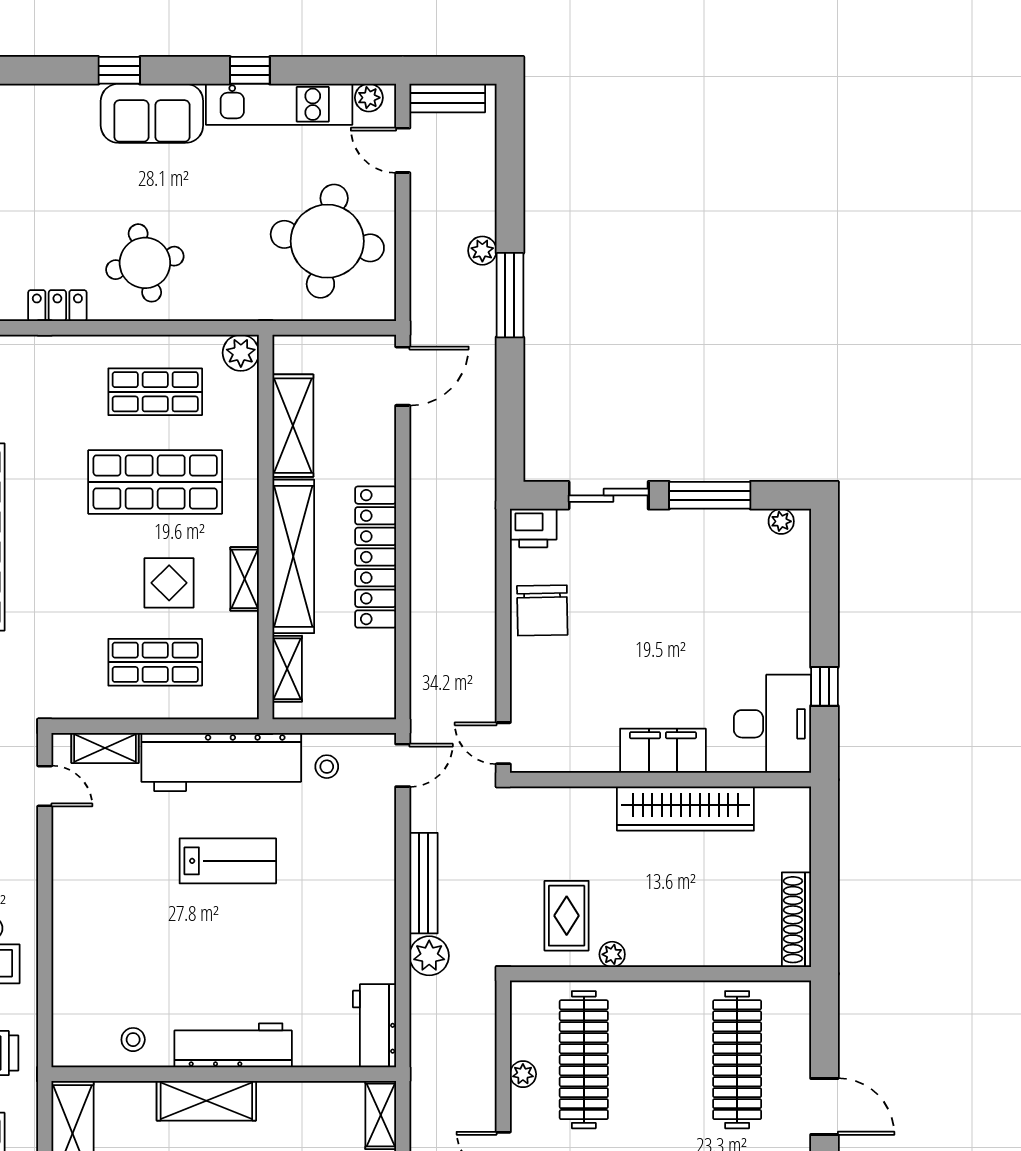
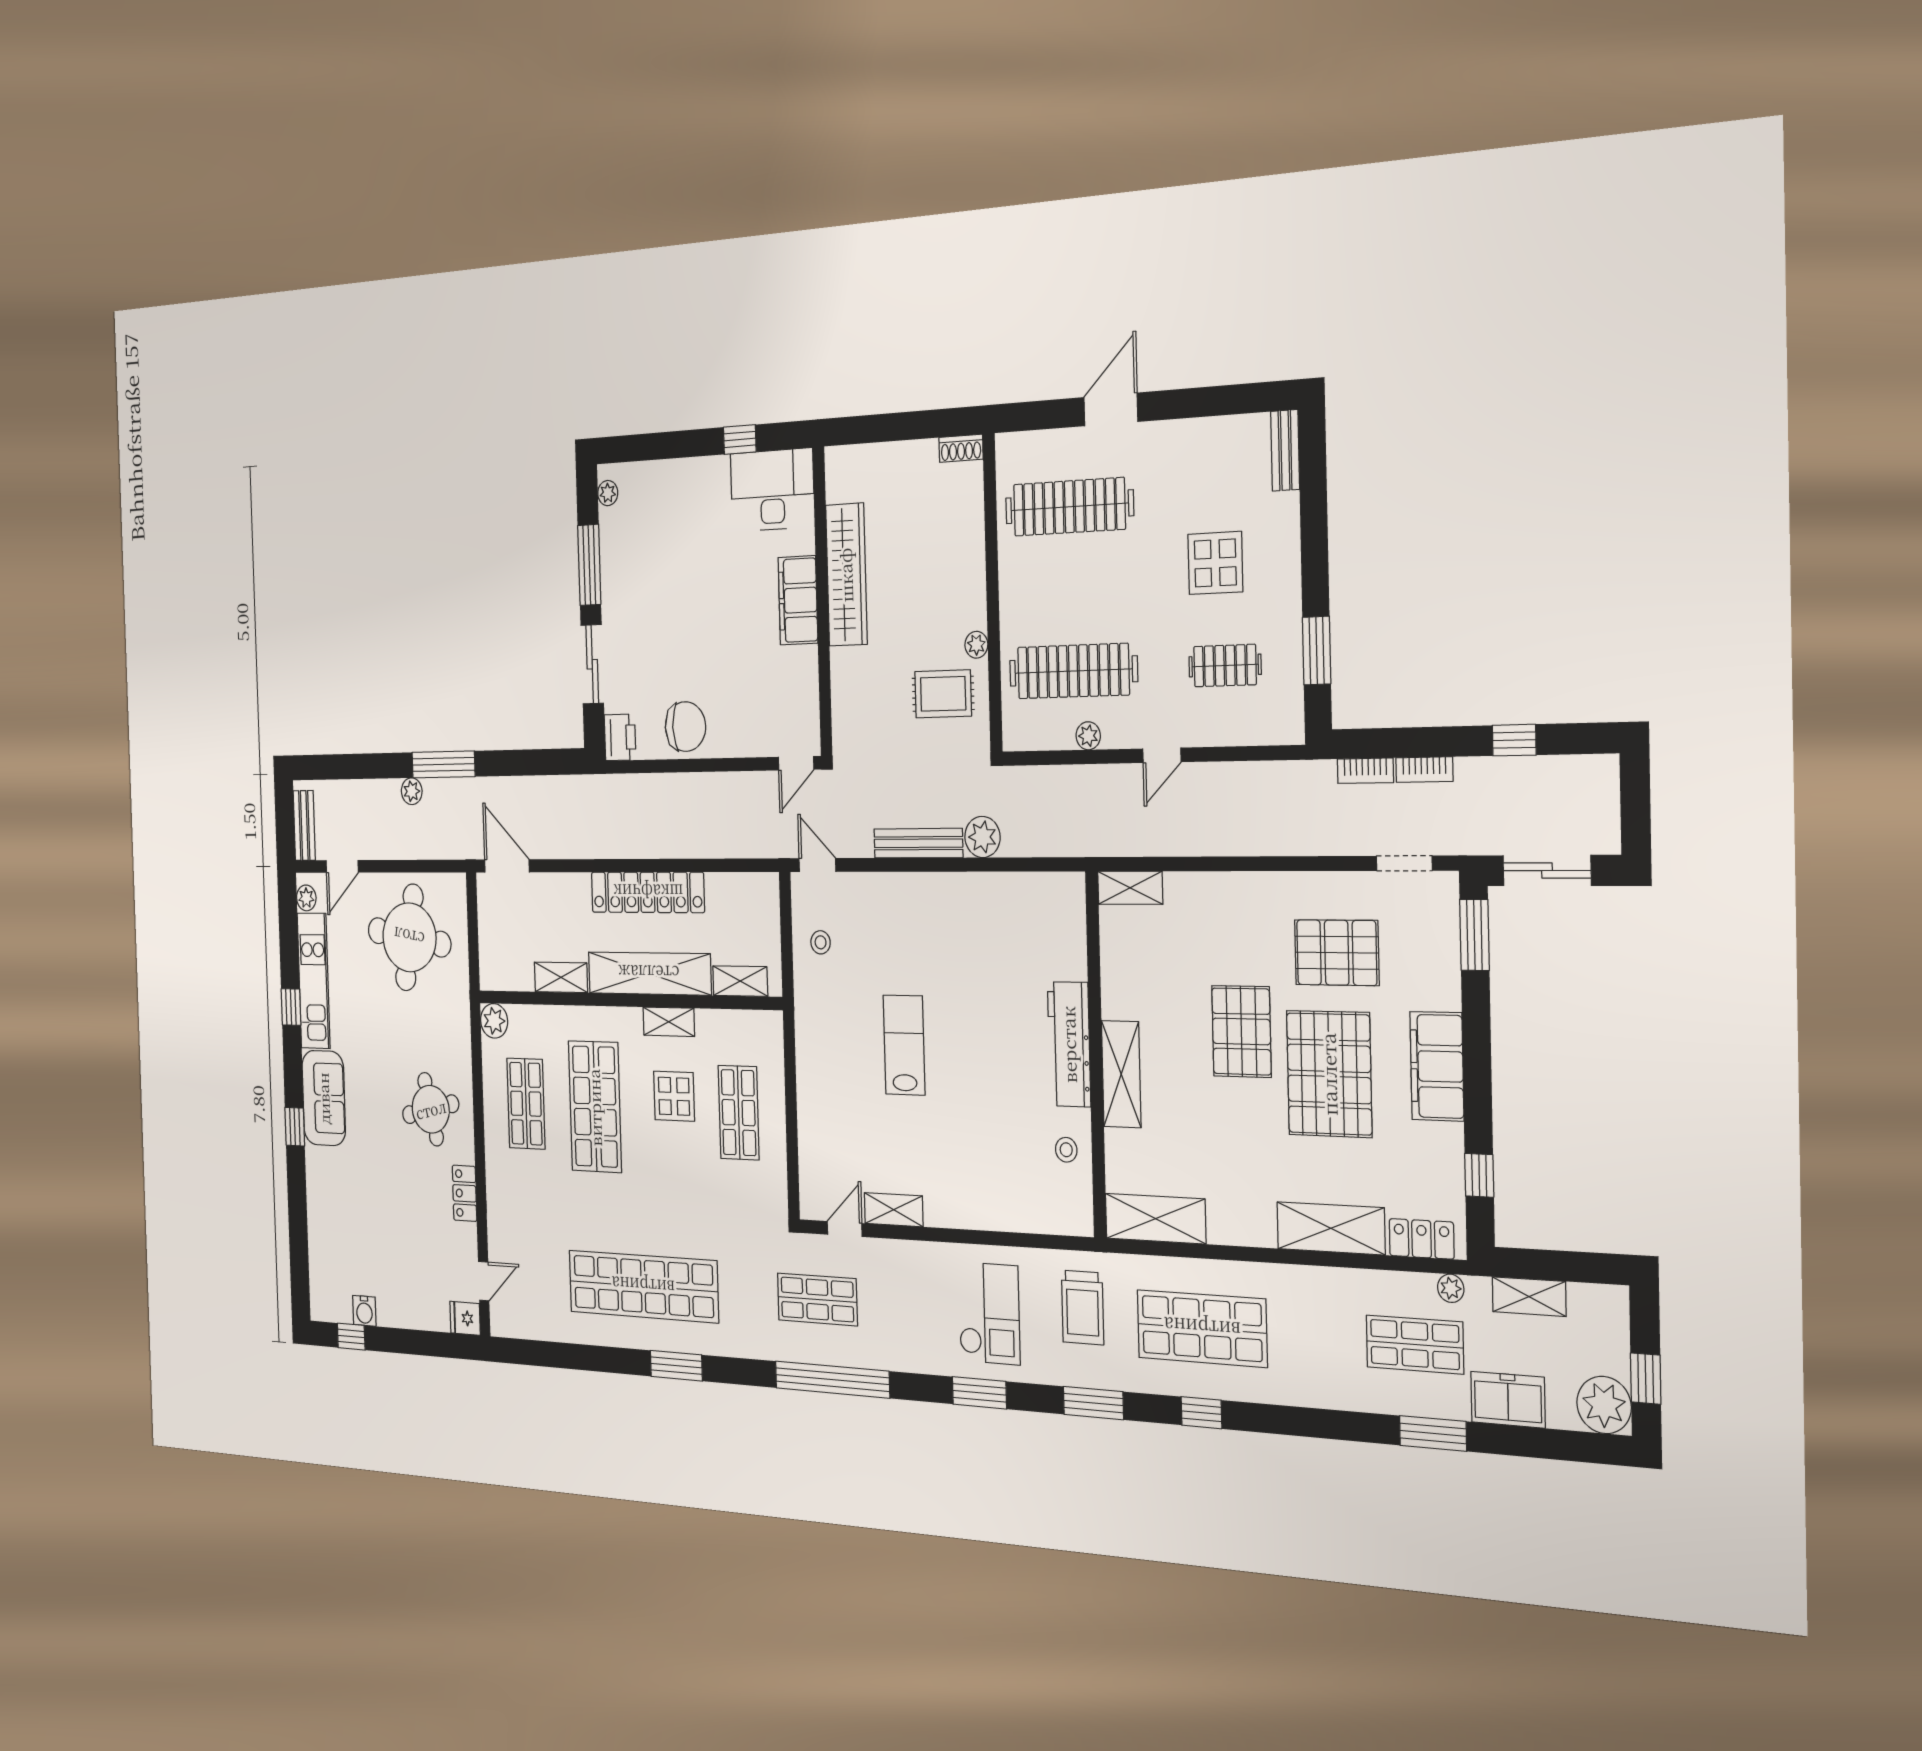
shelving: (293, 426) -> (561, 977), width x0.67, depth x0.75
shelving: (105, 748) -> (894, 1210), moved, turned 90
workbench: (221, 762) -> (820, 1049), removed
shoe rack: (796, 920) -> (961, 448), width x0.51, depth x0.81
workbench: (375, 1026) -> (1047, 894), removed

